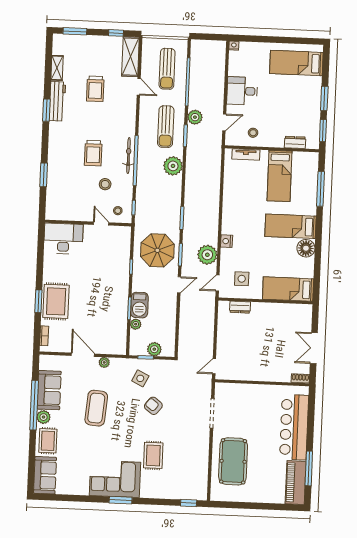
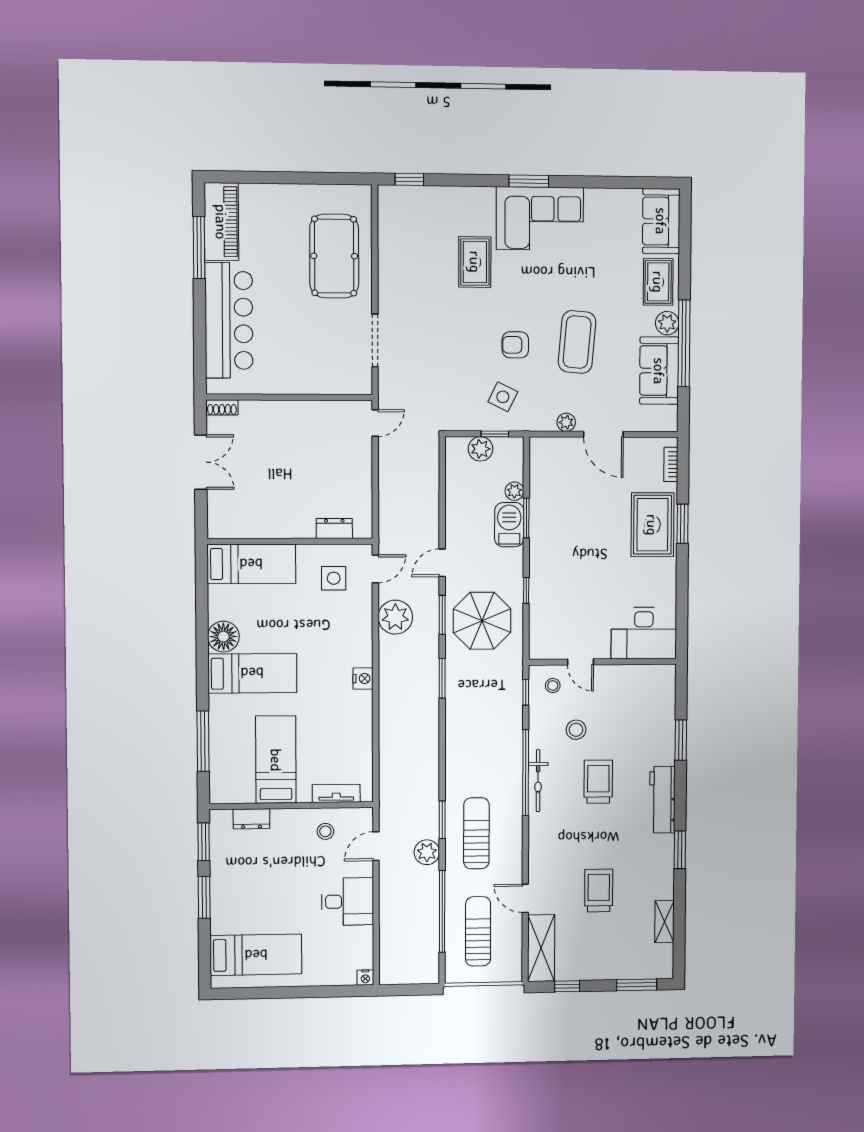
workbench: (57, 101) -> (662, 800), moved
plant: (173, 166) -> (461, 767), removed
nightstand: (227, 241) -> (363, 678), moved
armchair: (153, 406) -> (515, 345), moved, turned 142

